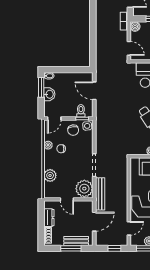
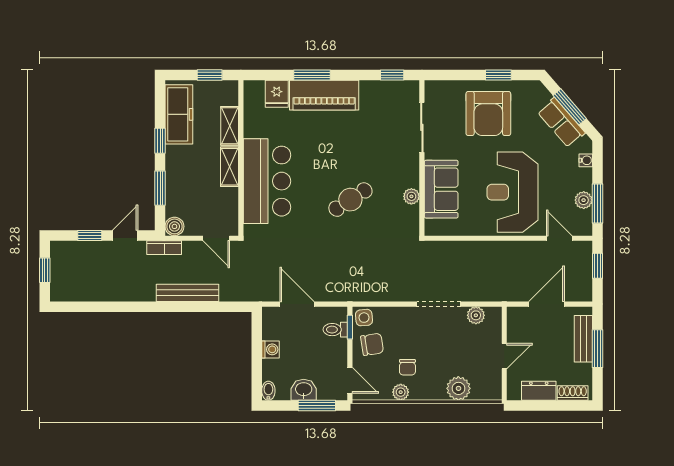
door: (129, 48) -> (216, 238), swing flipped
washing machine: (70, 77) -> (271, 349), added
window: (41, 87) -> (317, 406), moved
door: (94, 91) -> (297, 304), swing flipped
plant: (84, 189) -> (476, 315), width x0.53, depth x0.53
bench: (100, 194) -> (187, 293), moved
door: (94, 222) -> (547, 304), hinge flipped

